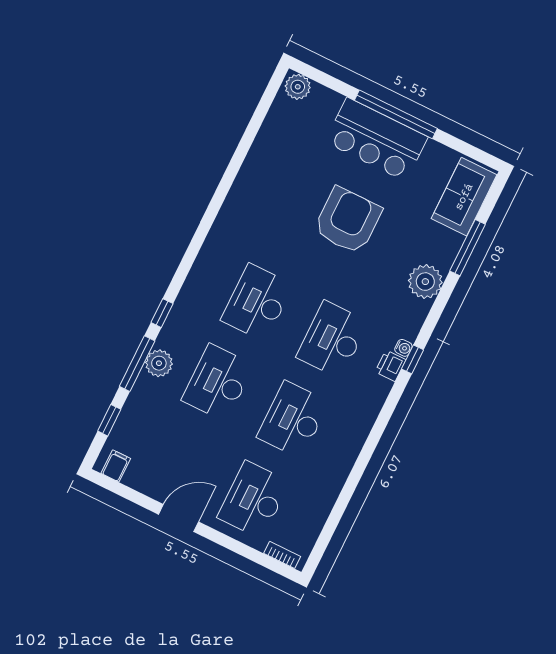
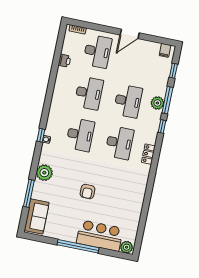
bar counter: (376, 139) -> (100, 236), moved
armchair: (348, 220) -> (87, 192), width x0.53, depth x0.53
locker: (204, 264) -> (148, 154), added
printer: (390, 366) -> (64, 61), moved

